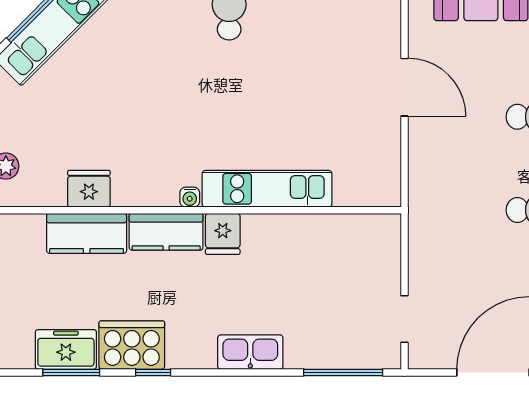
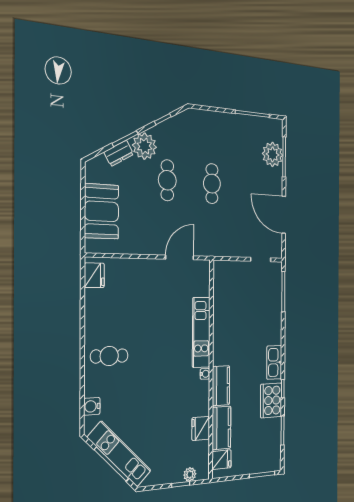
door: (404, 87) -> (180, 257), moved
fridge: (223, 234) -> (222, 460), moved
freezer: (66, 349) -> (273, 434), removed
kitchen sink: (250, 352) -> (274, 362), moved

